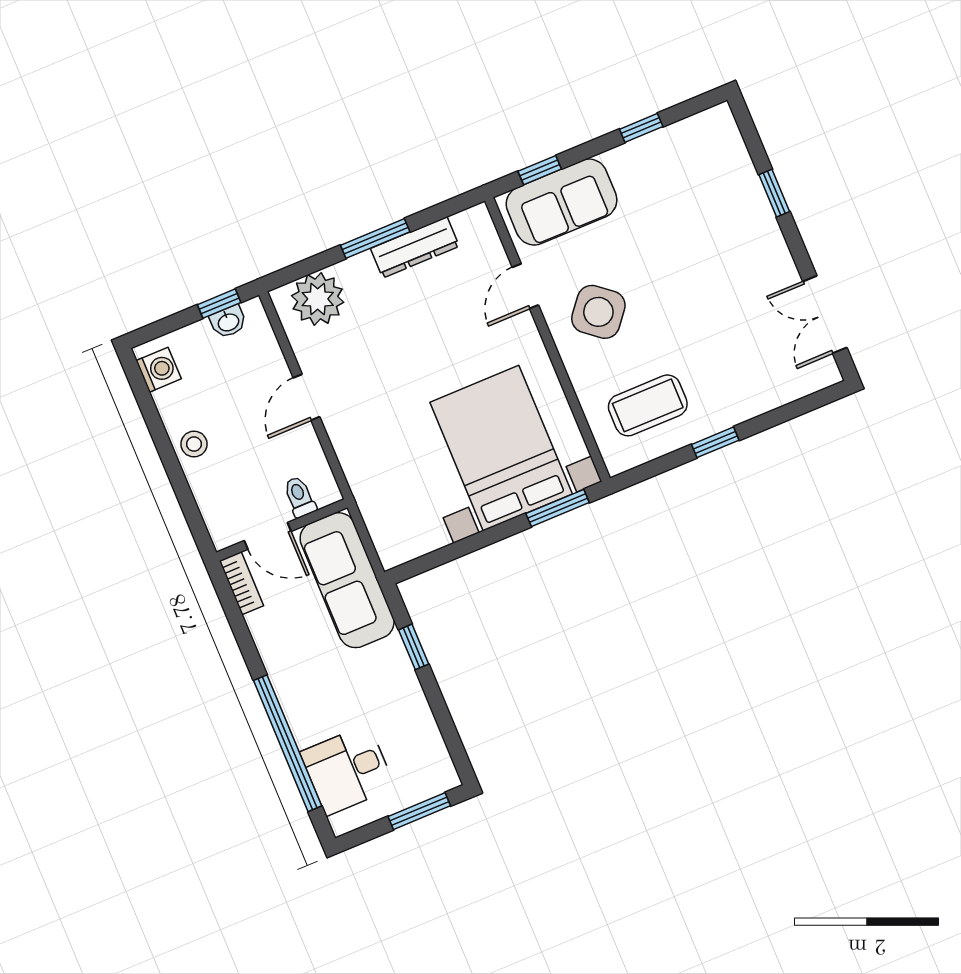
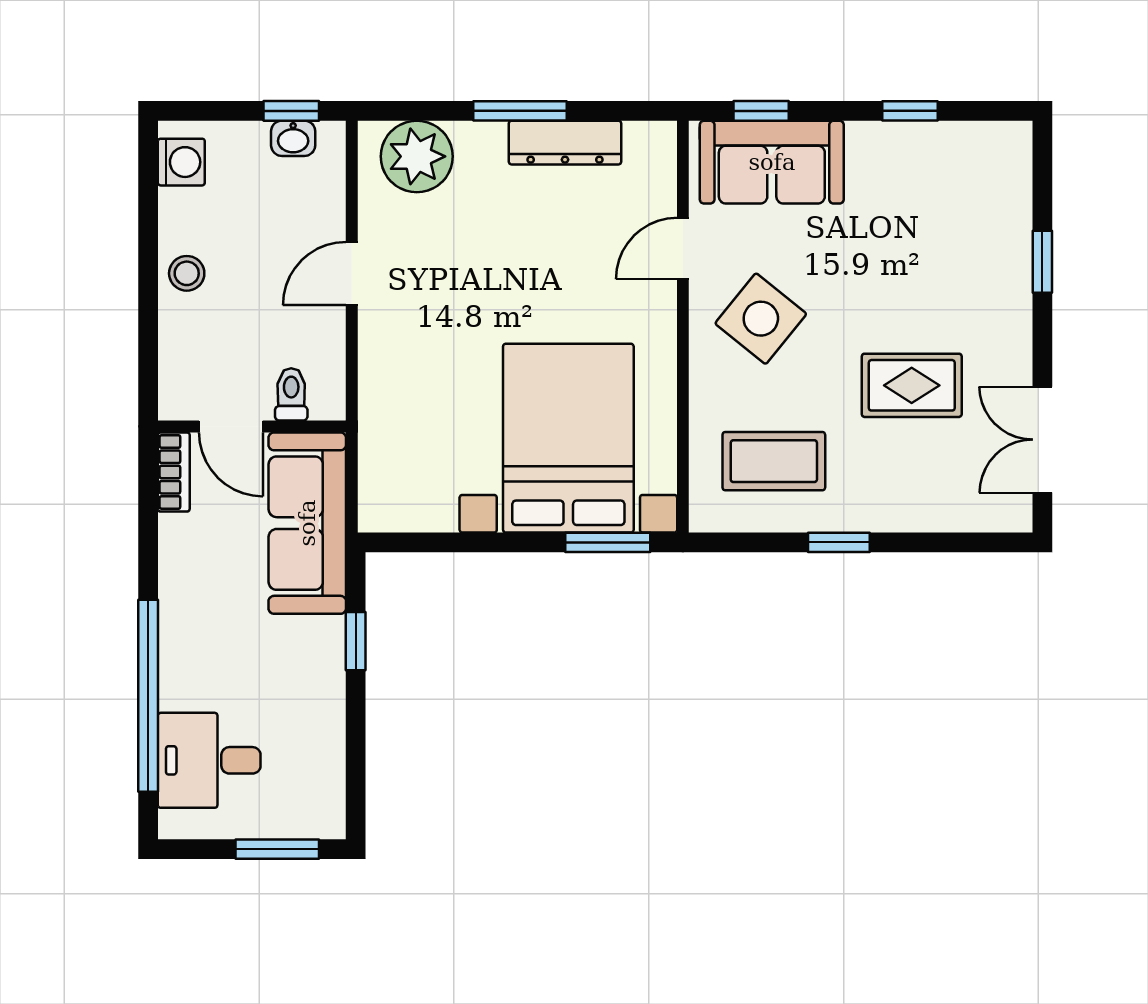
rug: (720, 315) -> (912, 385), added

